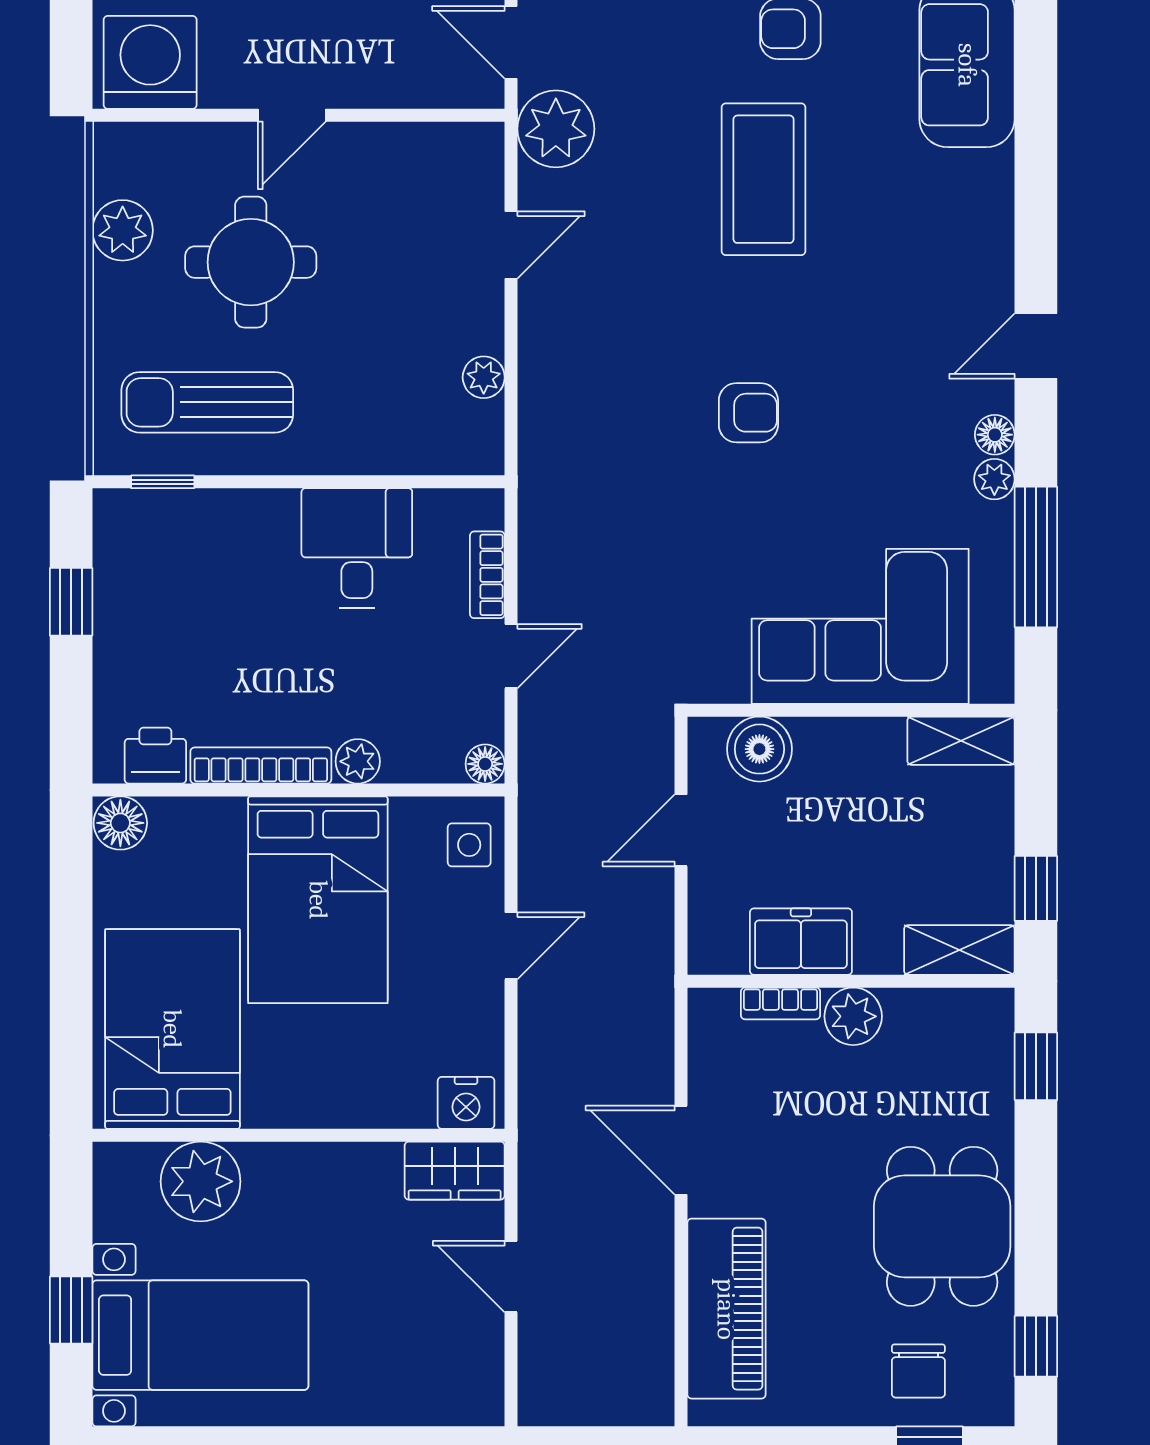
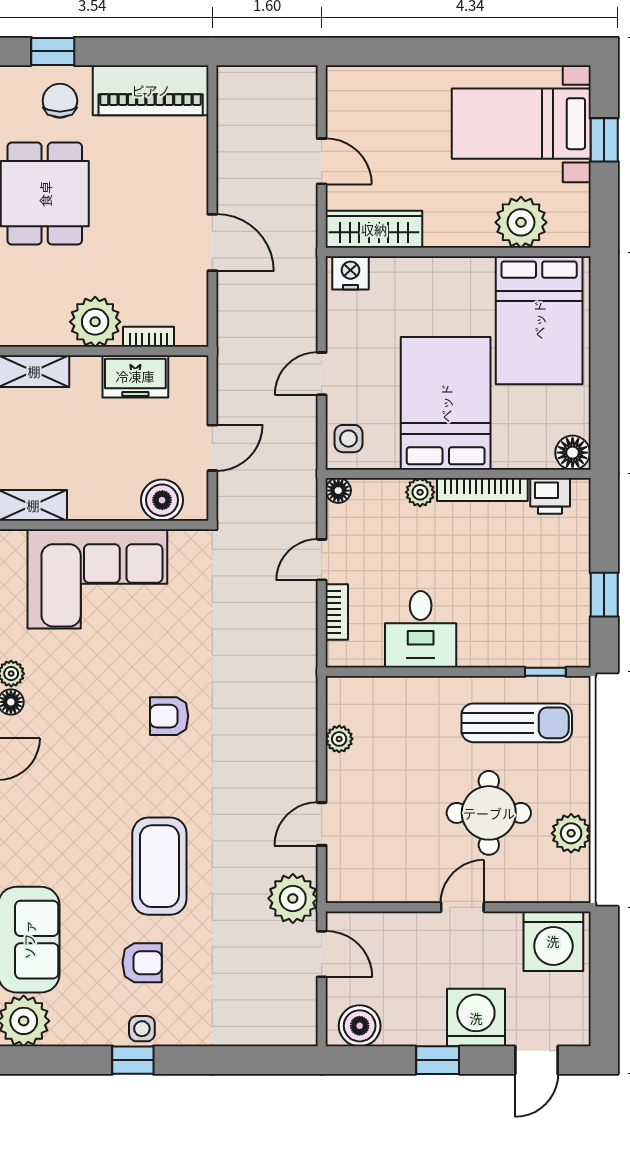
plant: (853, 1016) -> (95, 322), width x1.36, depth x1.36
wardrobe: (455, 1171) -> (374, 229), width x1.50
piano: (726, 1309) -> (151, 90), moved, turned -90

